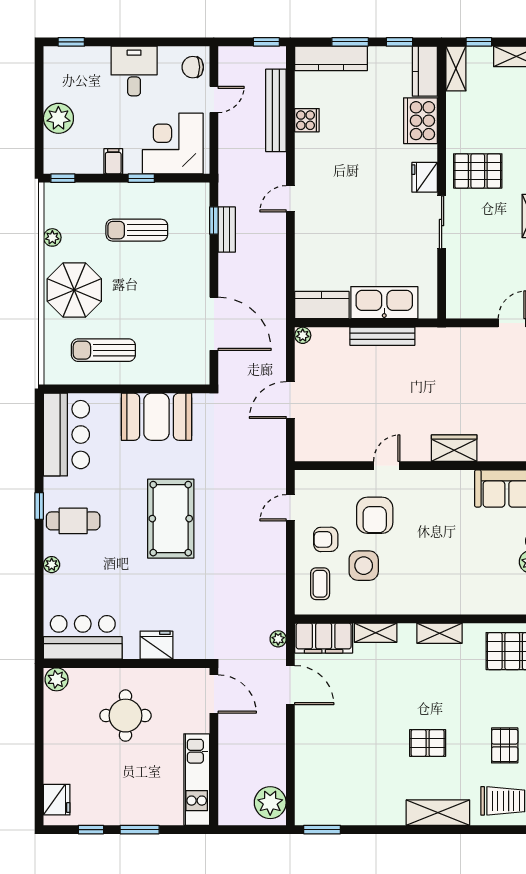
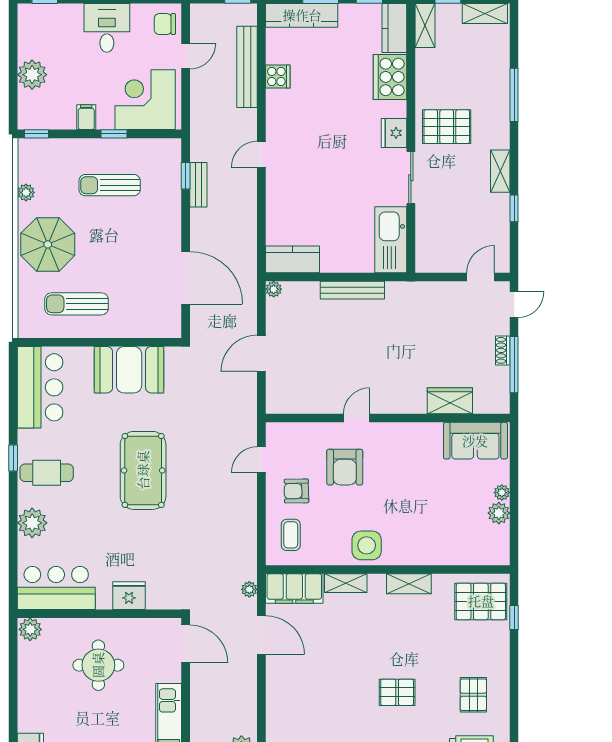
kitchen sink: (384, 303) -> (391, 240), moved, turned -90
wardrobe: (454, 448) -> (450, 401), moved
plant: (52, 565) -> (32, 523), width x1.88, depth x1.88
side table: (364, 566) -> (367, 545), moved

